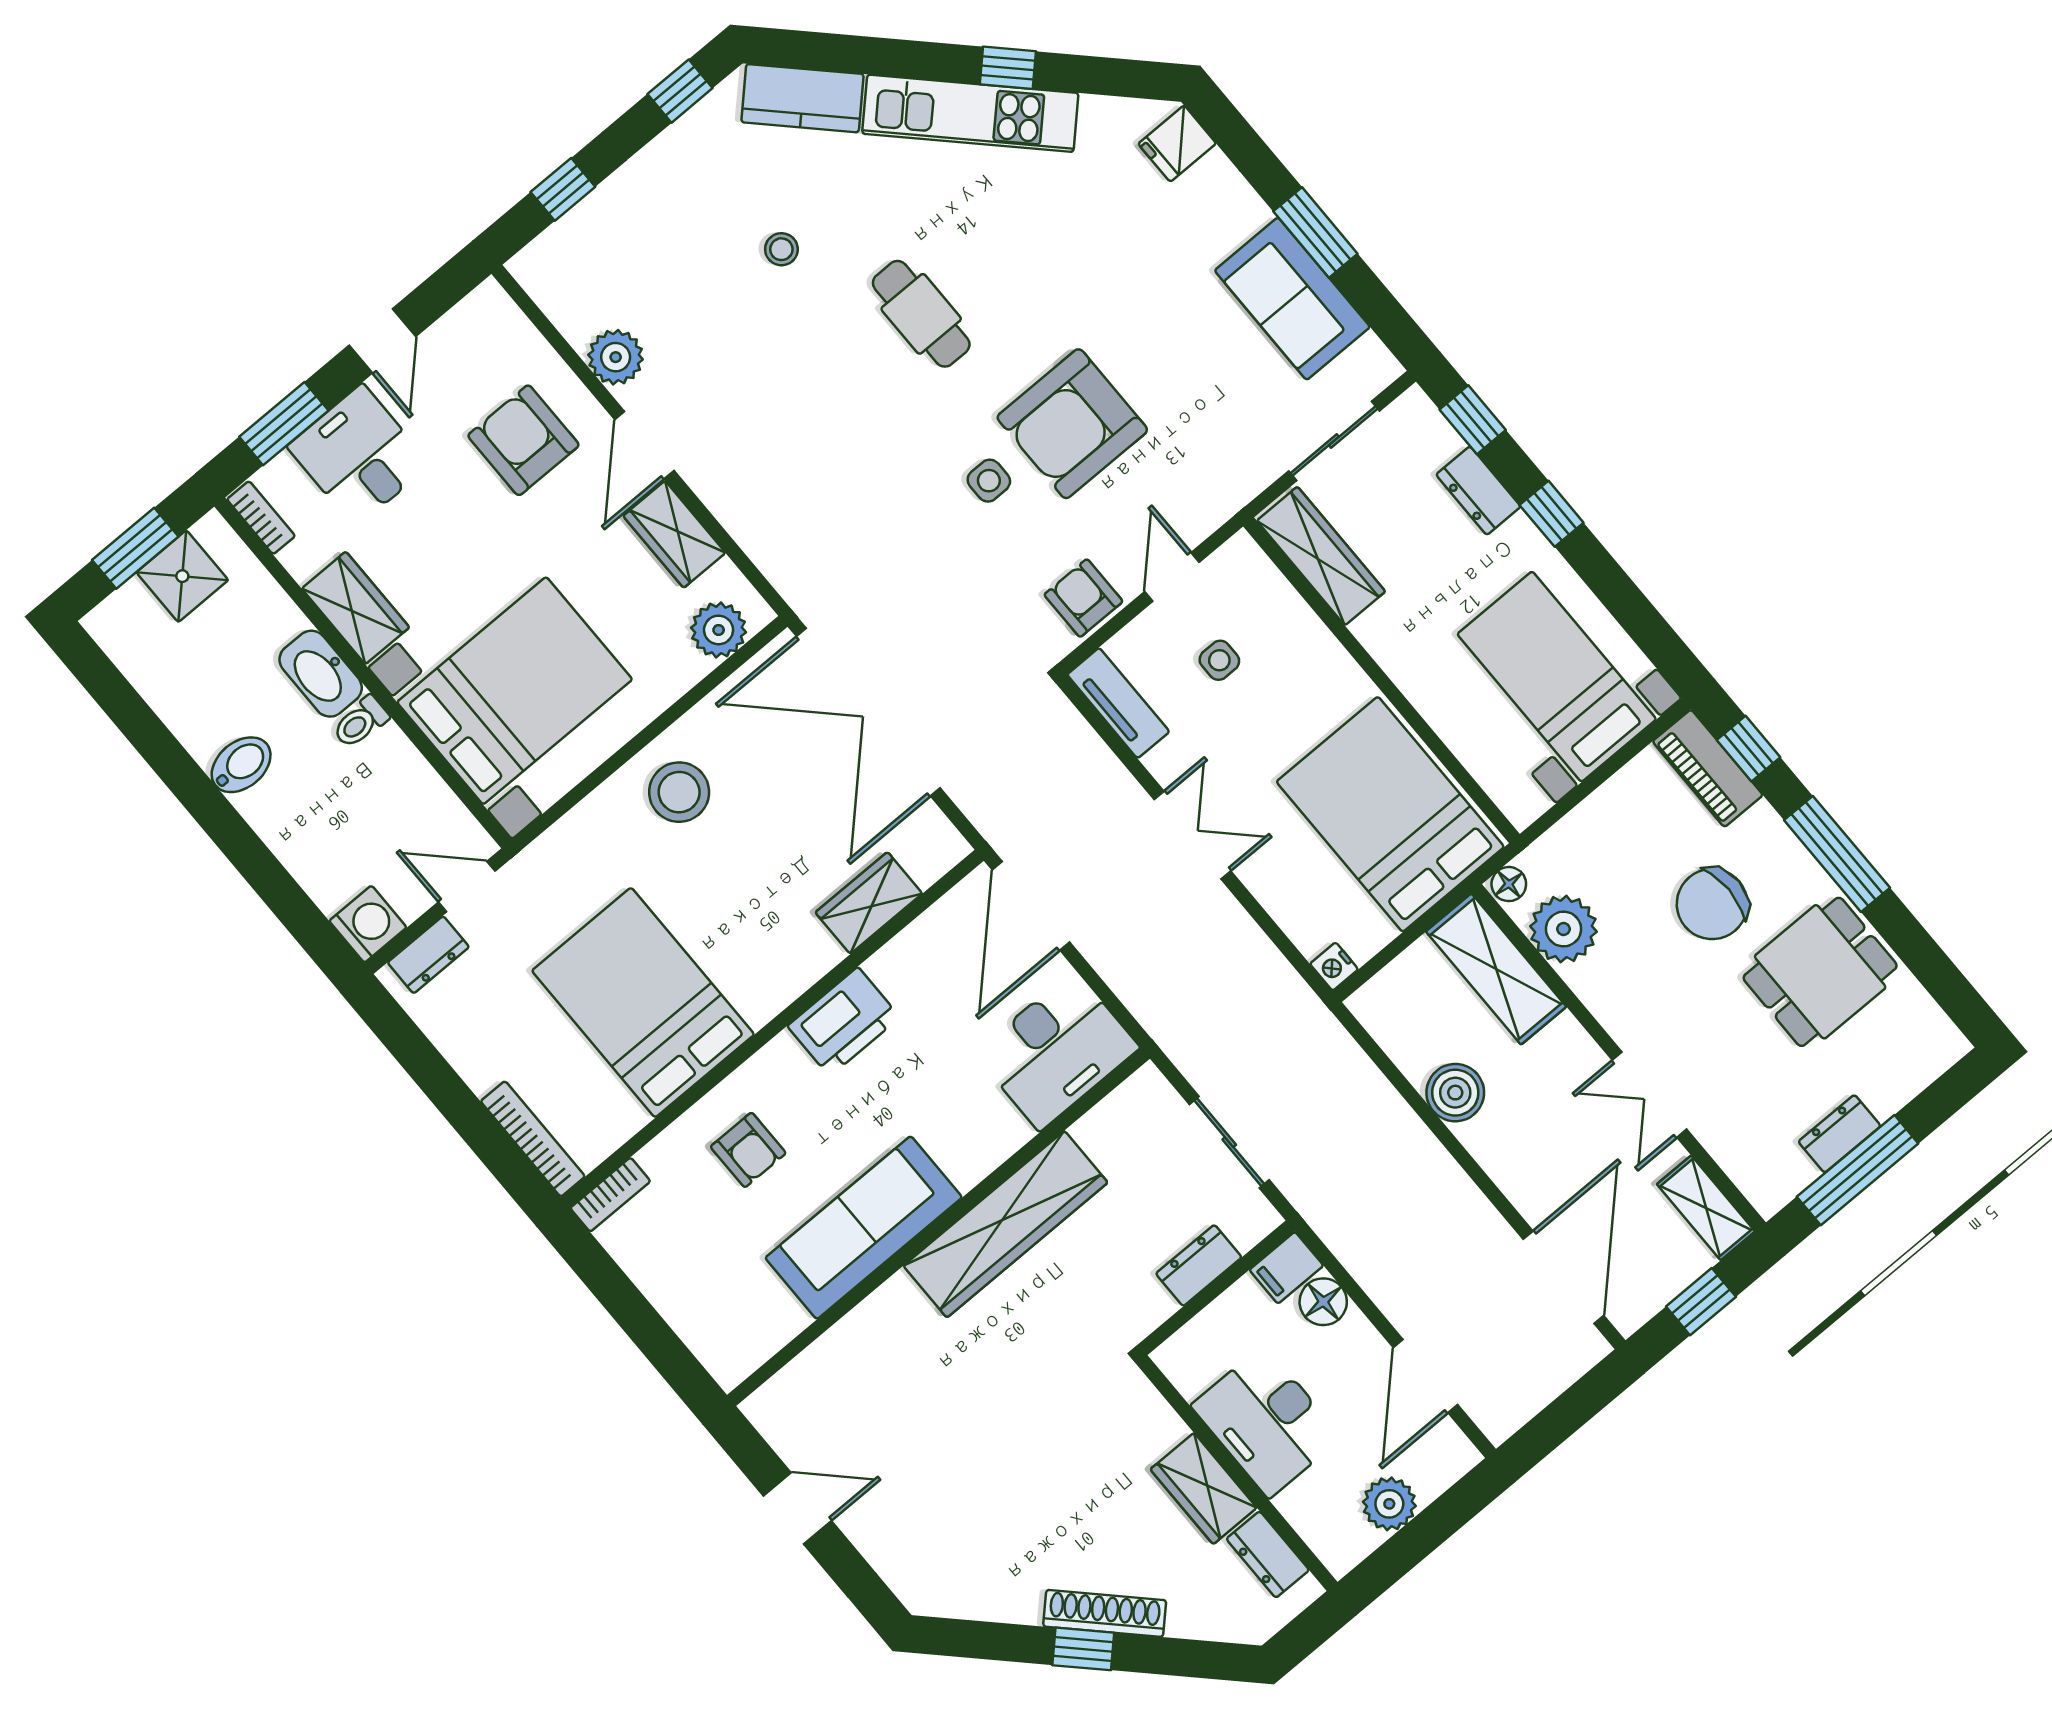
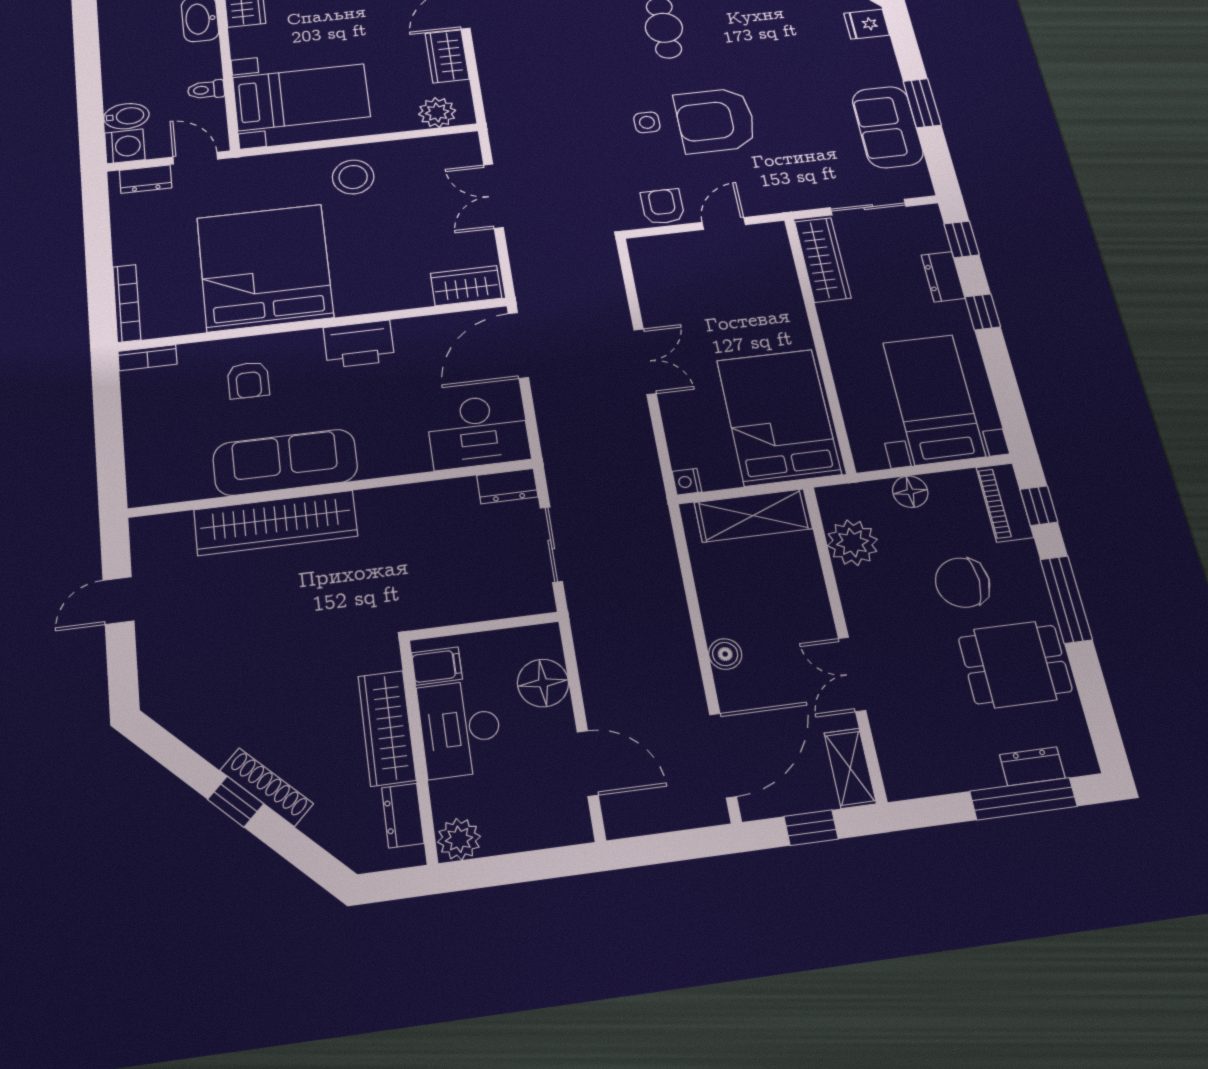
side table: (1219, 660) -> (724, 280), removed
bed with nightstands: (515, 691) -> (301, 97), width x0.73
tv unit: (1118, 703) -> (647, 269), removed
double door: (868, 712) -> (494, 196), width x0.54
toilet: (361, 722) -> (206, 90), moved
bidet: (241, 765) -> (126, 116), moved
floor lamp: (1509, 884) -> (910, 492), moved, width x1.37, depth x1.37
wardrobe: (869, 903) -> (466, 286), moved
shelving: (1496, 969) -> (753, 515), moved, turned 90
bed: (643, 1003) -> (265, 267), width x1.36
boiler: (1455, 1093) -> (725, 654), moved, width x0.73, depth x0.73
dresser: (1839, 1134) -> (1032, 766), moved
window: (1858, 1170) -> (1023, 799), moved
wardrobe: (1006, 1224) -> (276, 523), moved
dresser: (1199, 1265) -> (507, 486), moved, turned 180
filing cabinet: (1286, 1268) -> (437, 666), moved, turned 180
floor lamp: (1323, 1302) -> (543, 683), width x1.38, depth x1.38
door: (1426, 1376) -> (588, 763), swing flipped
wardrobe: (1204, 1489) -> (387, 728), width x1.50
plant: (1389, 1504) -> (459, 839), moved
door: (797, 1508) -> (118, 600), swing flipped

